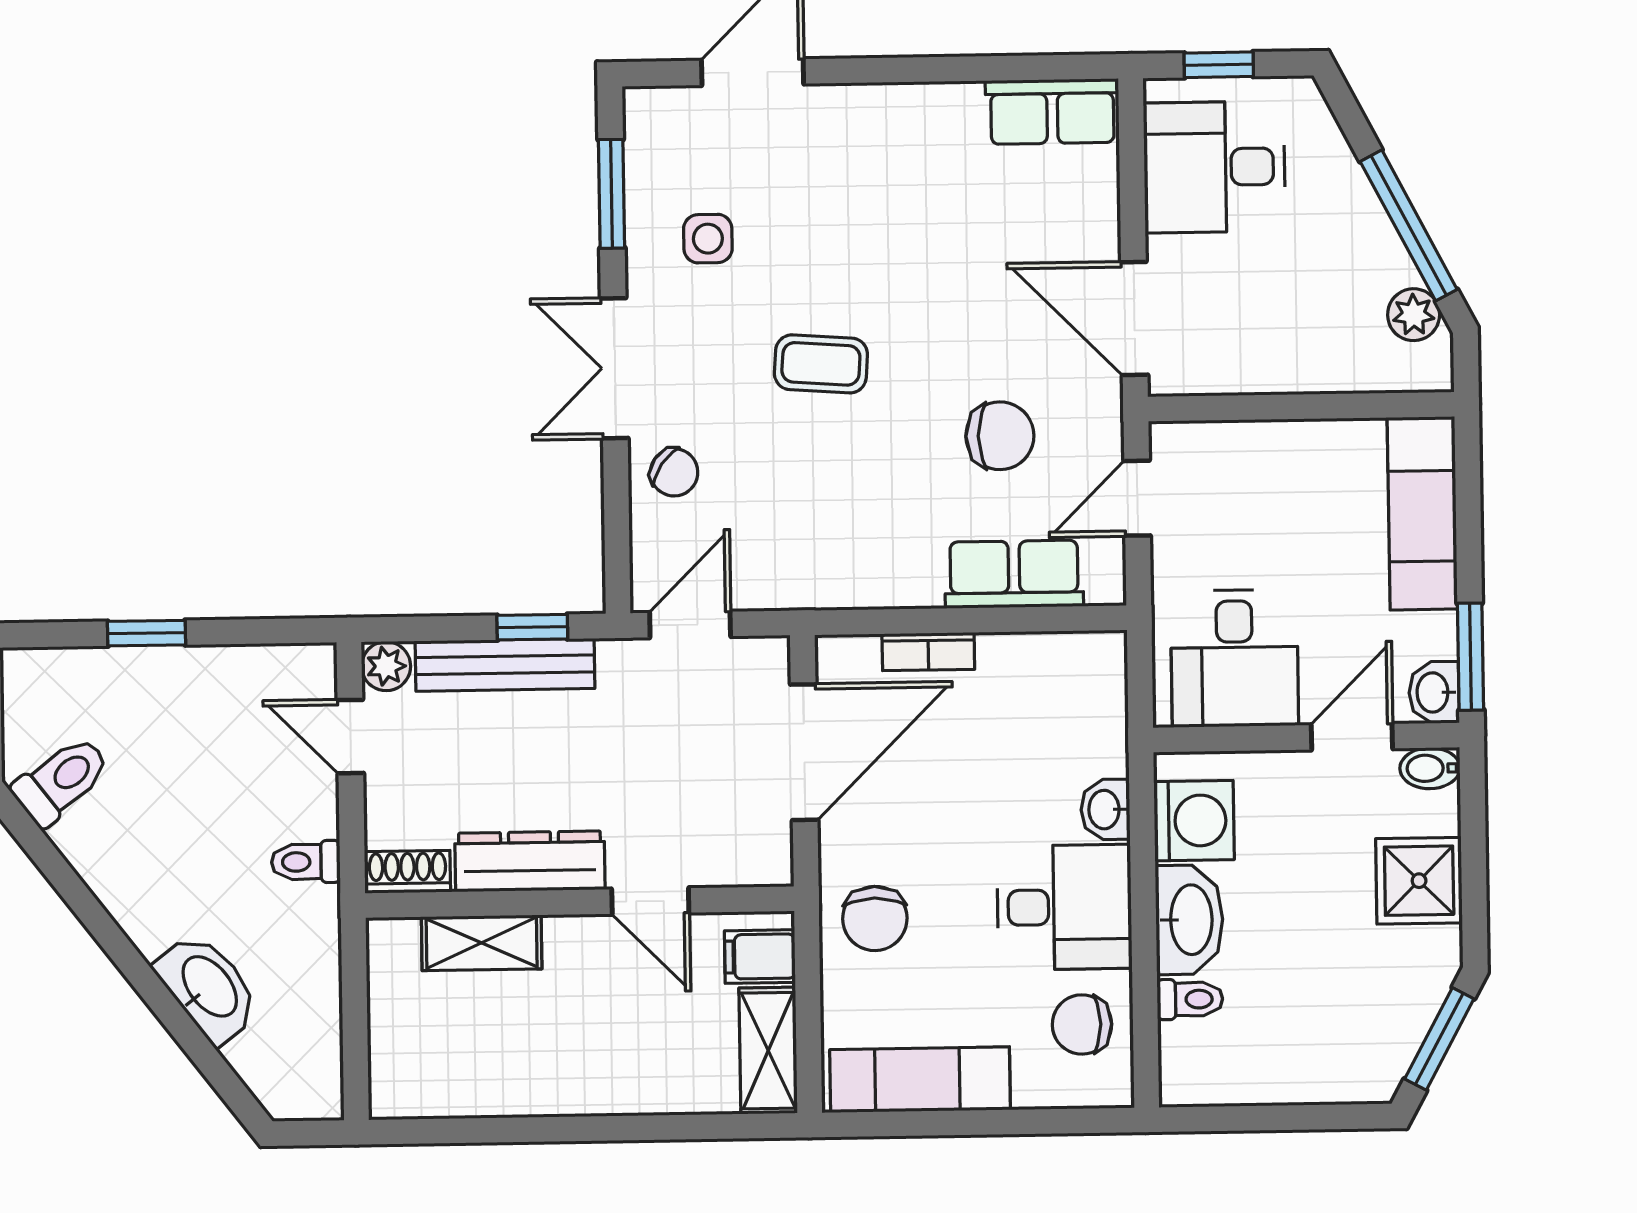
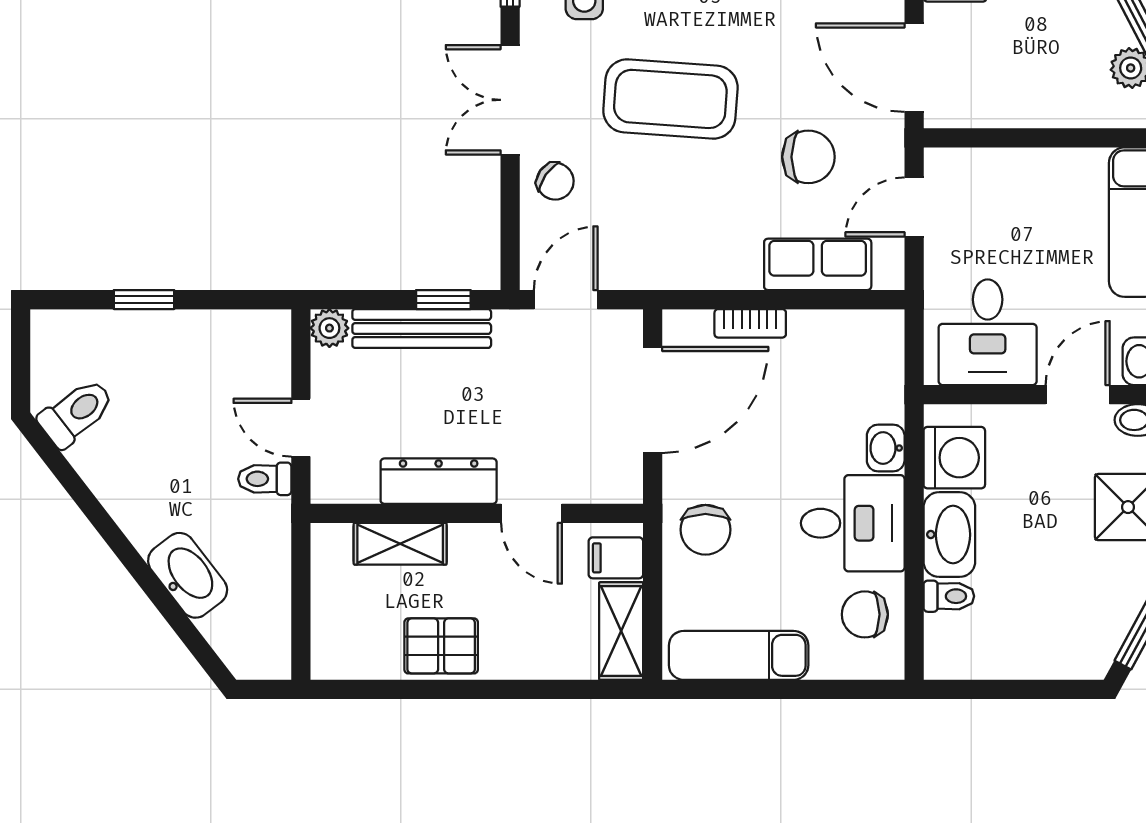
coffee table: (821, 364) -> (670, 99), width x1.86, depth x1.72
door: (350, 737) -> (301, 428), moved
shoe rack: (408, 872) -> (344, 488), removed
pallet: (536, 1074) -> (441, 646), added

